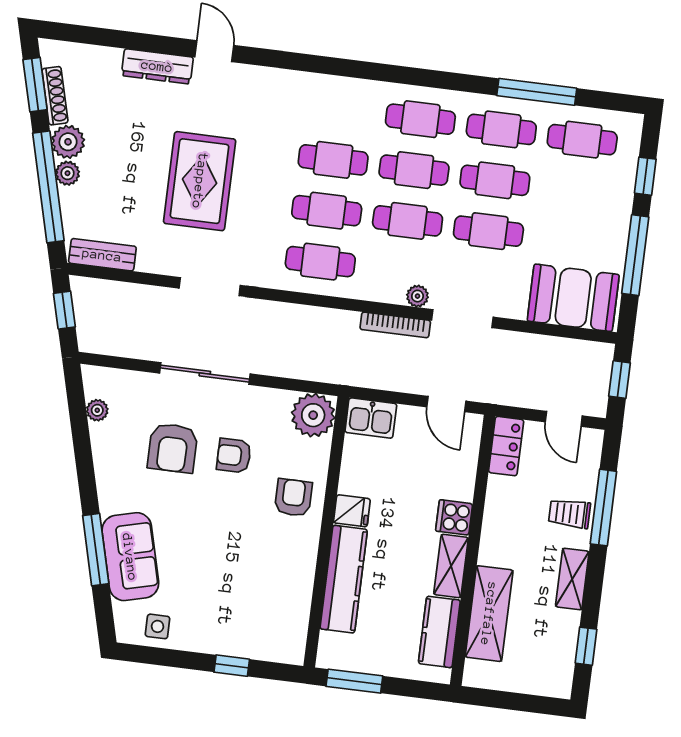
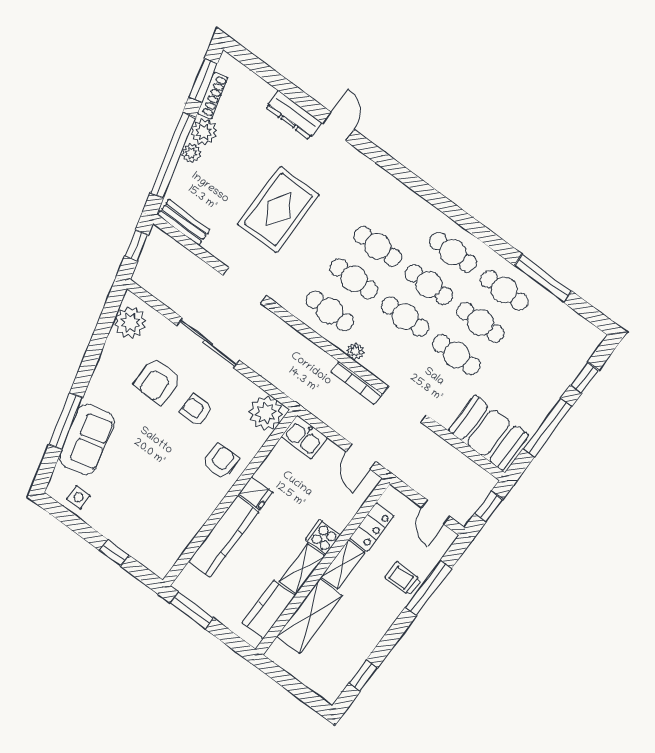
cafe table: (582, 140) -> (556, 328), removed
plant: (417, 296) -> (355, 351), moved
plant: (97, 410) -> (130, 322), width x1.87, depth x1.87
locker: (506, 446) -> (372, 527), moved
shelving: (572, 579) -> (343, 565), moved

